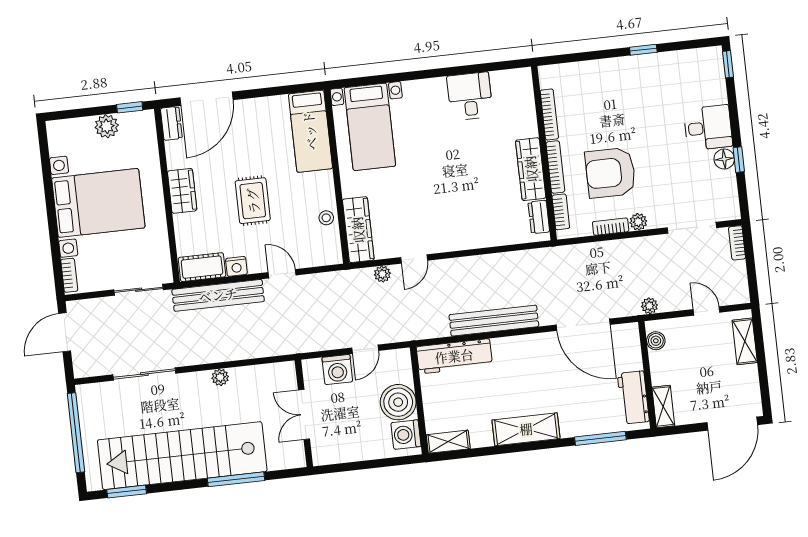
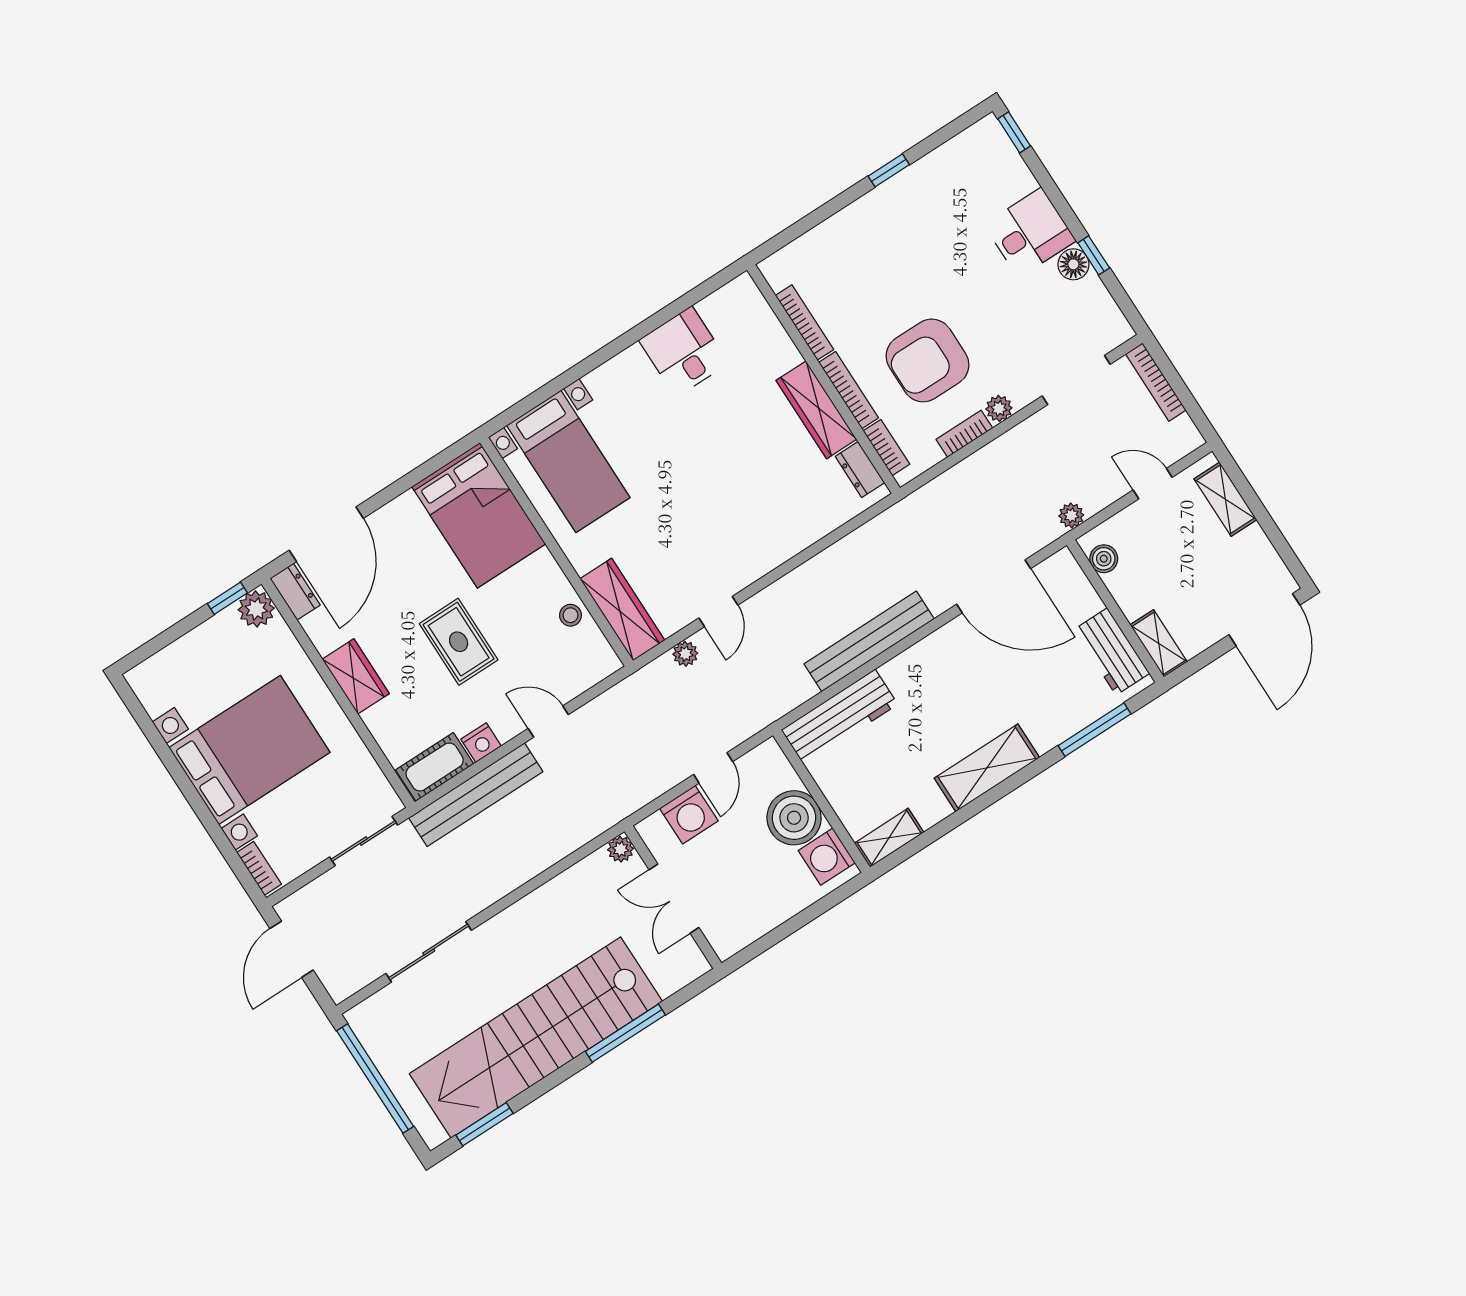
plant: (107, 126) -> (256, 609), moved
bed: (310, 131) -> (479, 515), width x1.50
bookcase: (737, 243) -> (1156, 382), width x1.56
plant: (220, 377) -> (621, 849), moved

